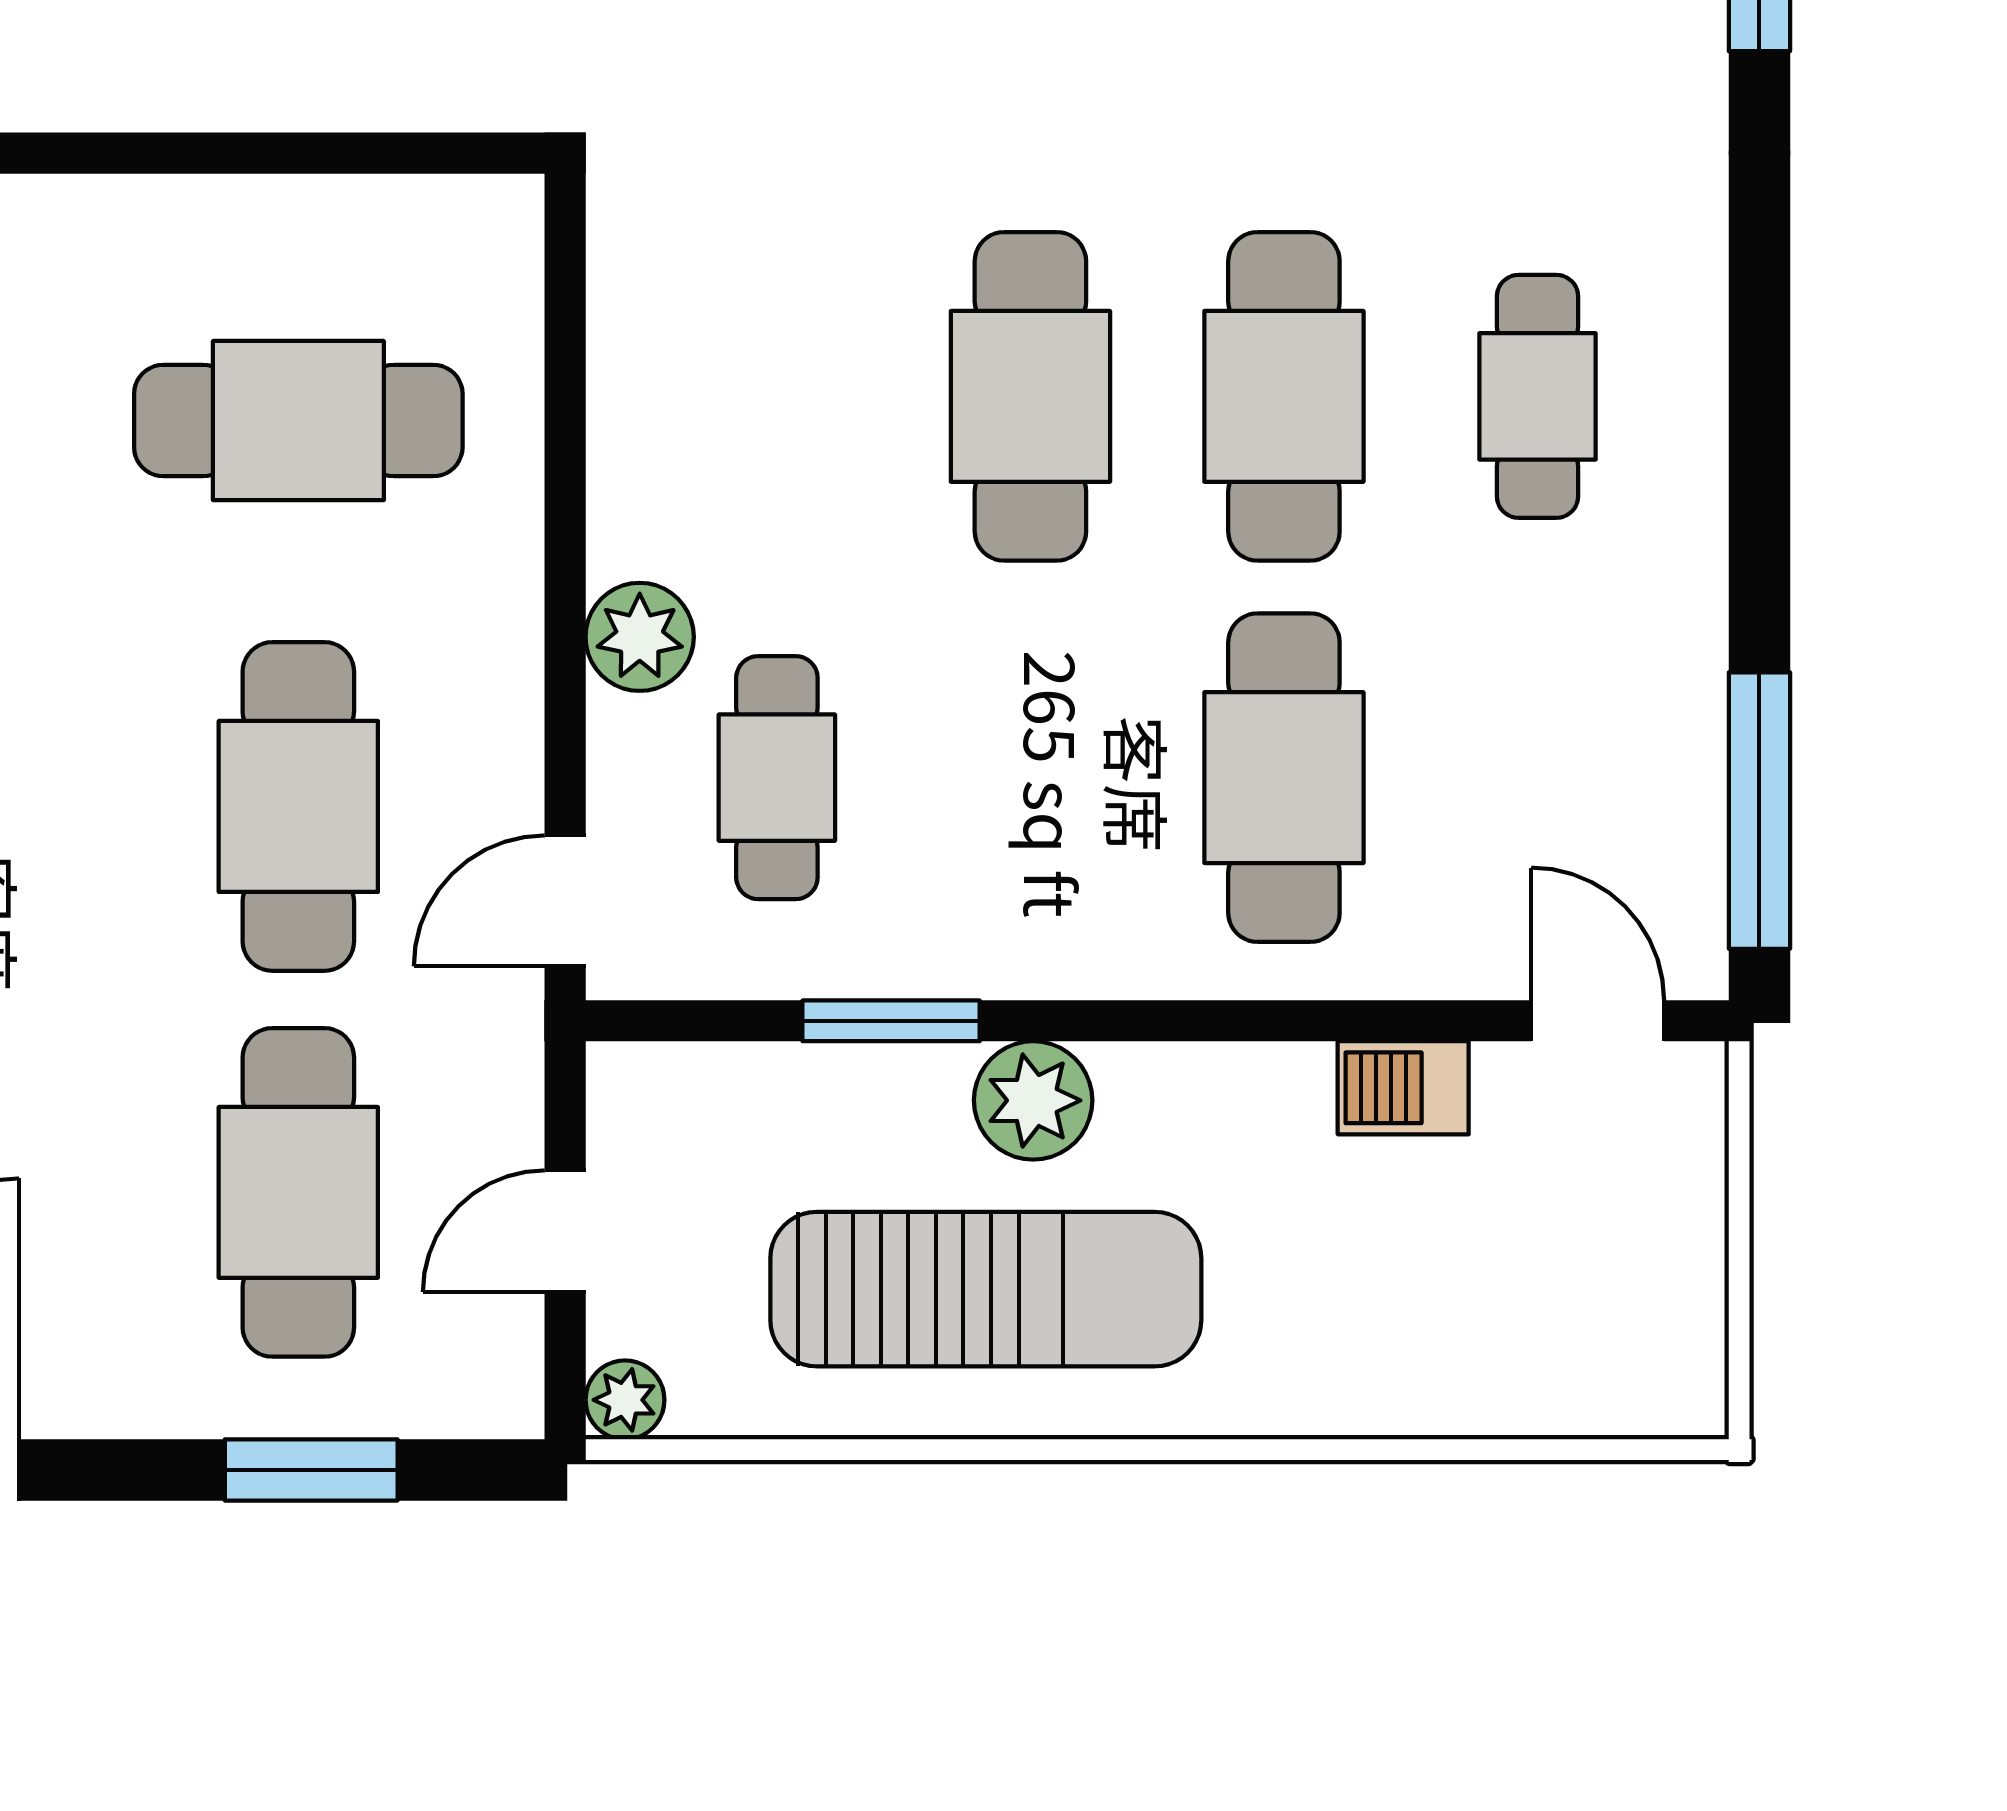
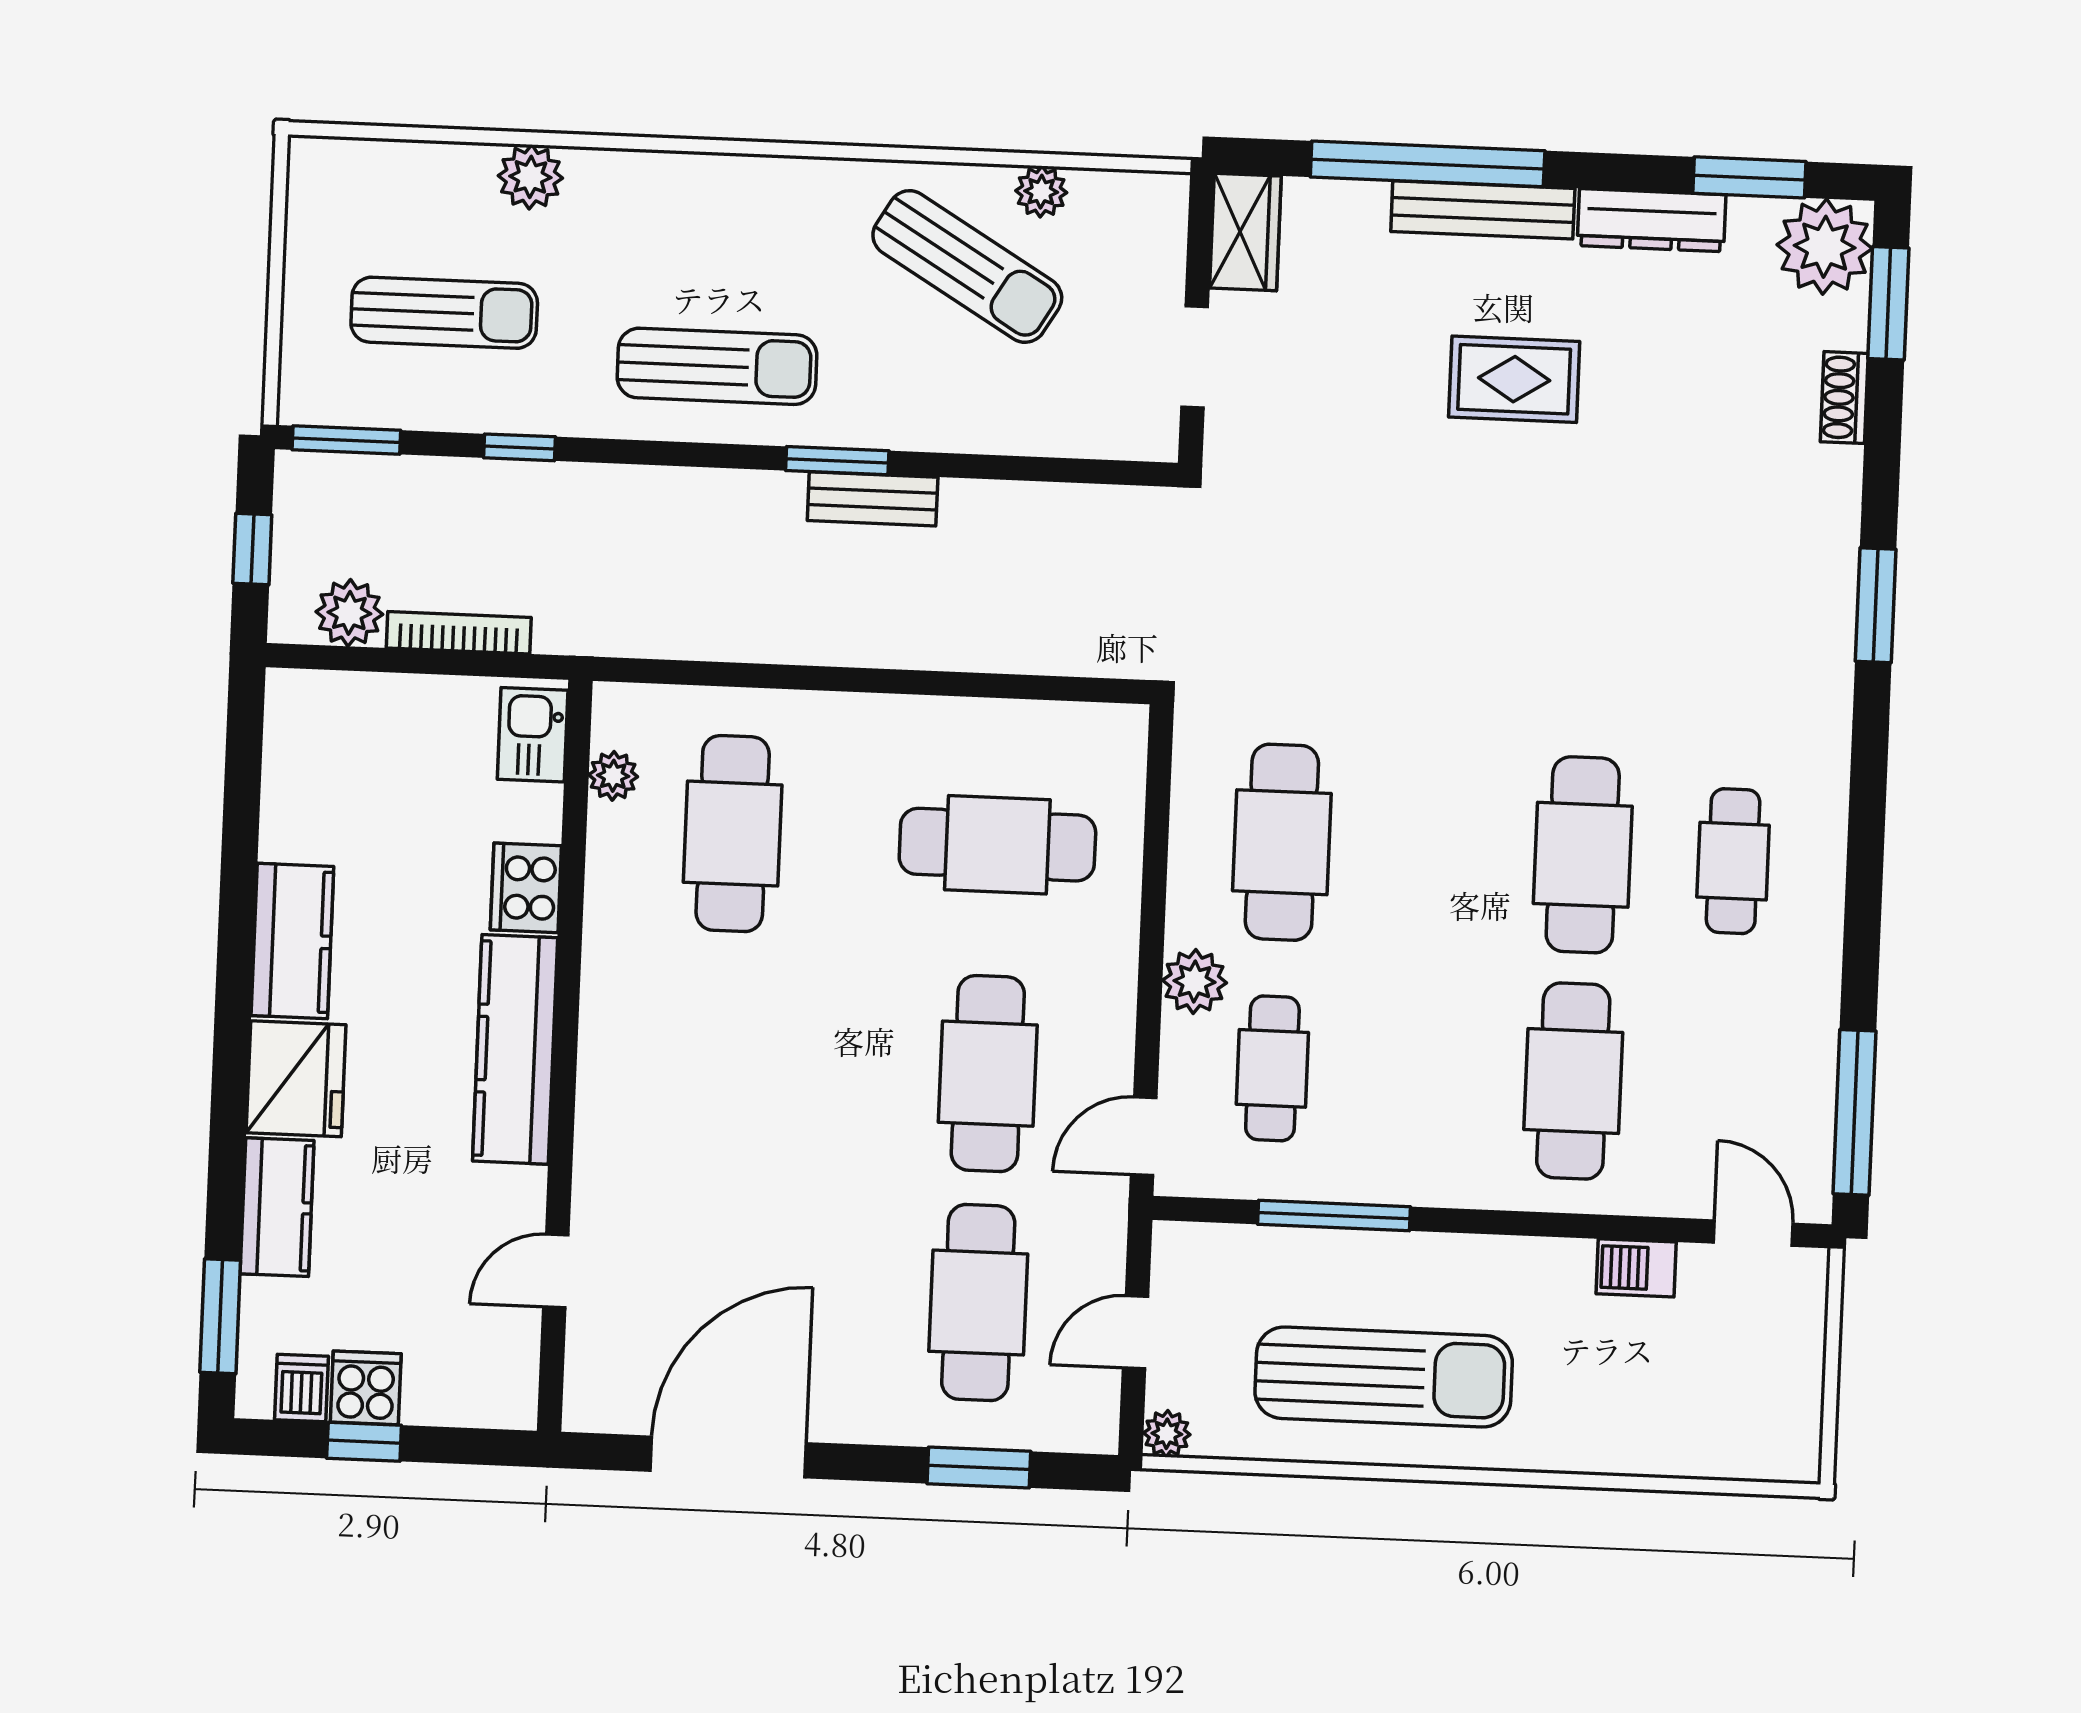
cafe table: (1030, 396) -> (1282, 842), moved
window: (891, 1021) -> (1334, 1215), width x1.44
plant: (1033, 1100) -> (1416, 1266), removed

